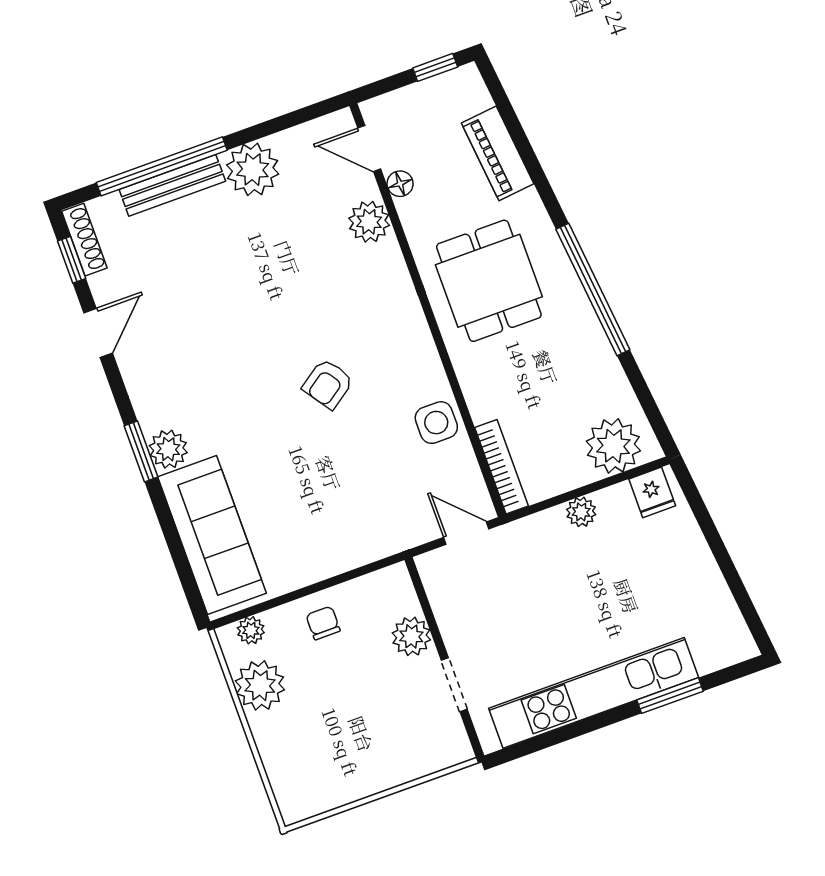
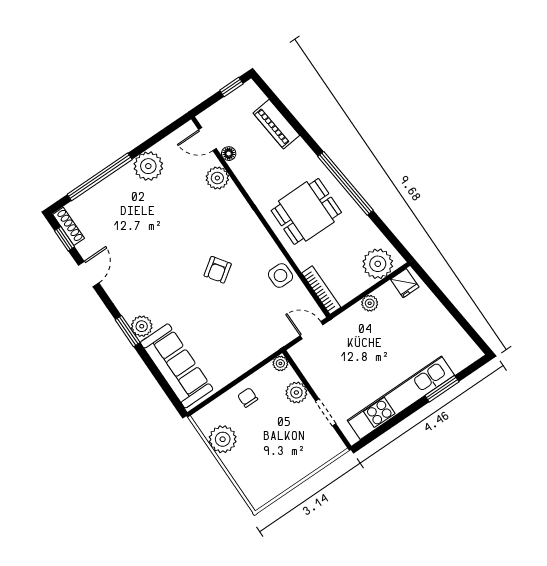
bench: (172, 185) -> (108, 186), removed
dining table: (489, 281) -> (306, 211), moved, turned 90
plant: (251, 630) -> (280, 363), moved

